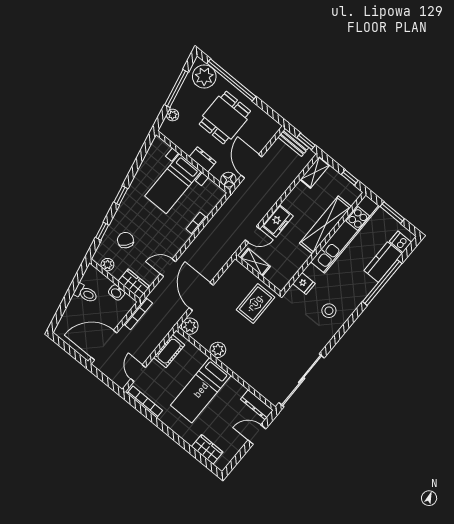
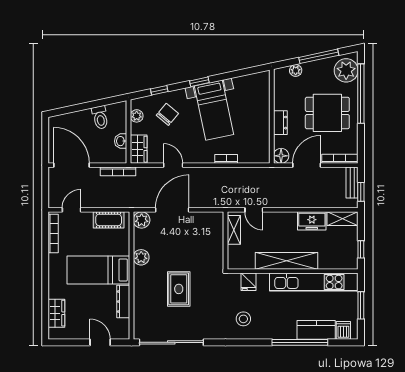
bookcase: (268, 137) -> (340, 159), added
bed with nightstands: (173, 184) -> (214, 110), moved, turned -102
freezer: (278, 221) -> (312, 221), moved
shelving: (325, 225) -> (286, 261), moved
rug: (255, 303) -> (179, 289), moved, turned 90
dresser: (257, 405) -> (123, 302), moved

